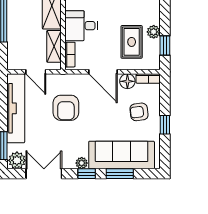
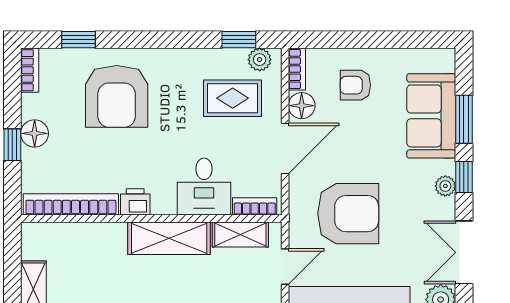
plant: (154, 32) -> (260, 60), moved
armchair: (66, 108) -> (348, 214), width x1.36, depth x1.36
armchair: (139, 112) -> (355, 85), turned 97
window: (165, 125) -> (378, 40), removed
sofa: (122, 155) -> (431, 116), width x0.73

